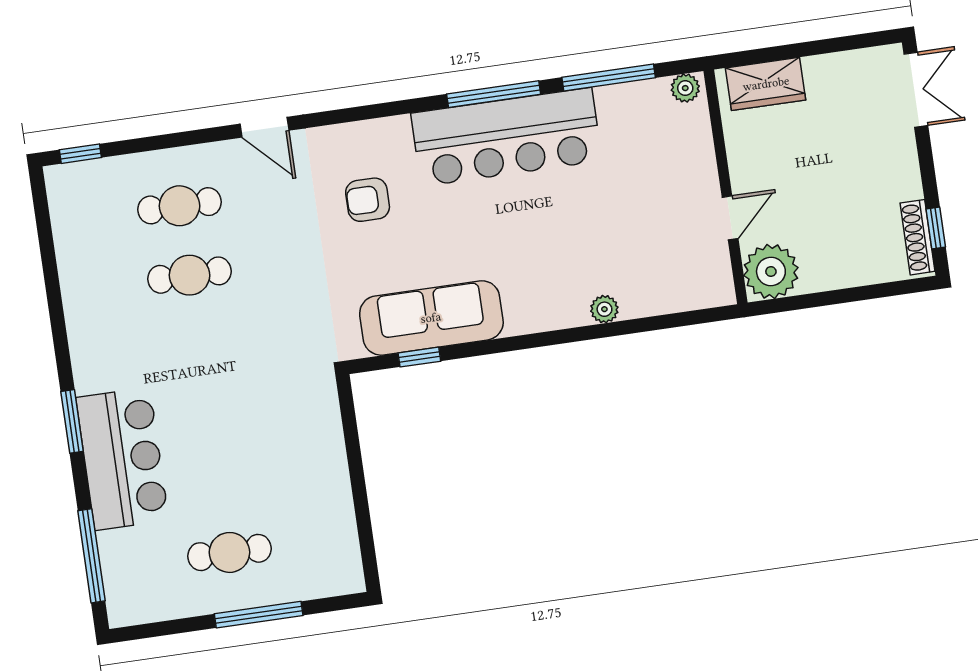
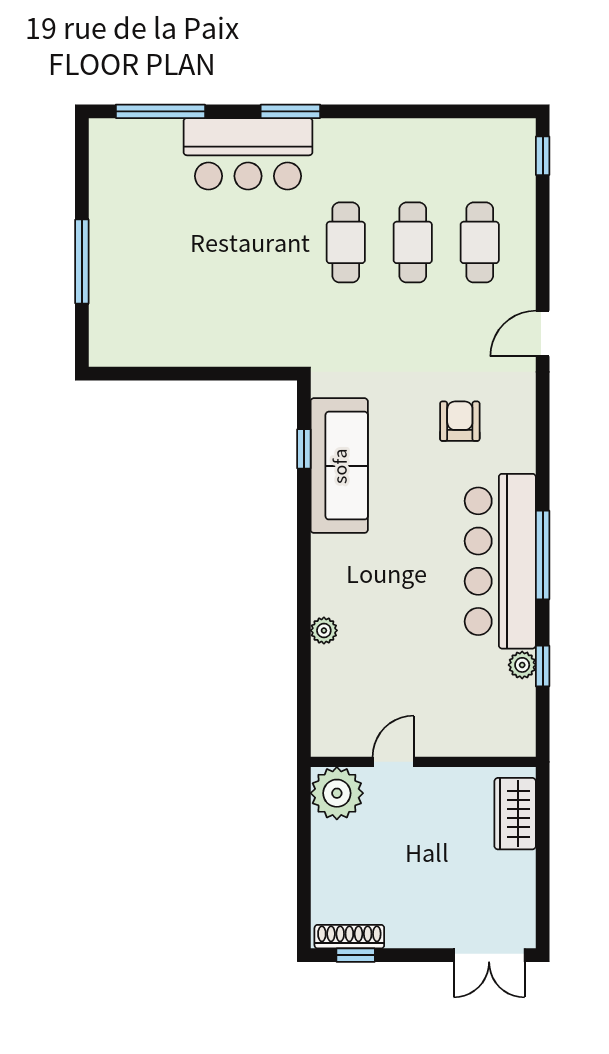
window: (609, 78) -> (543, 666), width x0.46
plant: (685, 88) -> (522, 665), moved
door: (730, 218) -> (393, 762), swing flipped
cafe table: (229, 552) -> (346, 242), moved

